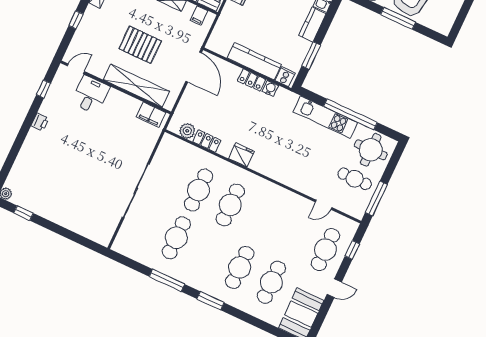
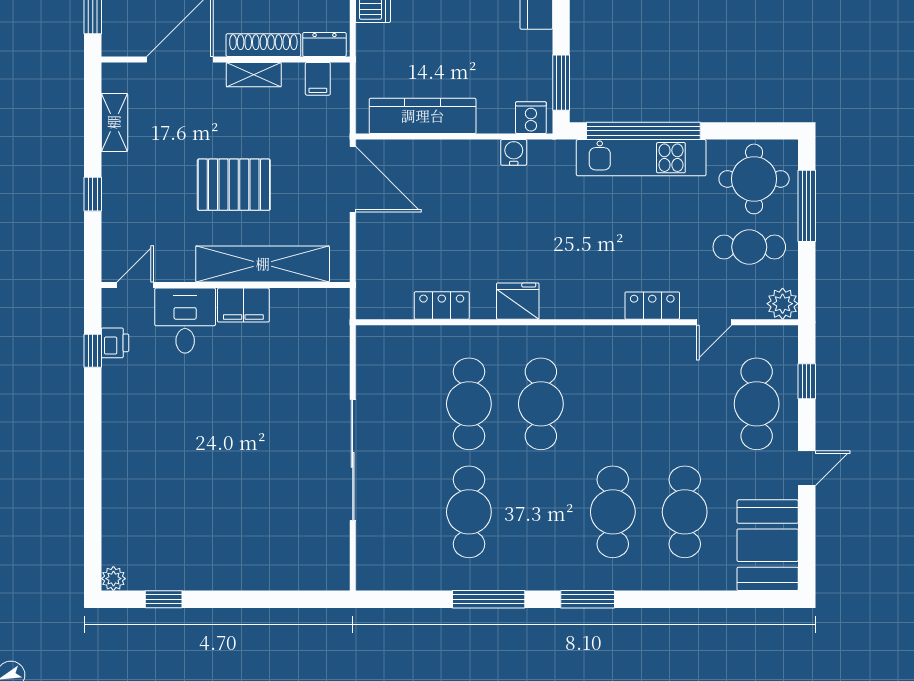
window: (311, 55) -> (561, 83), moved
kitchen counter: (254, 61) -> (423, 116), moved
locker: (251, 80) -> (652, 306), moved, turned 180
window: (350, 114) -> (643, 131), moved
filing cabinet: (151, 115) -> (243, 305), moved
printer: (40, 122) -> (115, 343), moved
plant: (187, 131) -> (783, 304), moved
window: (376, 198) -> (807, 206), moved

